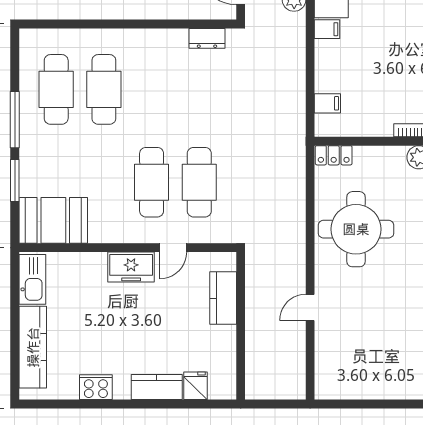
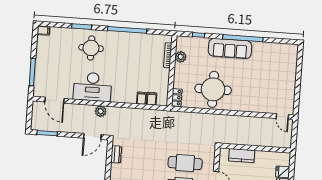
filing cabinet: (327, 29) -> (142, 98), moved
door: (310, 307) -> (282, 116), moved

